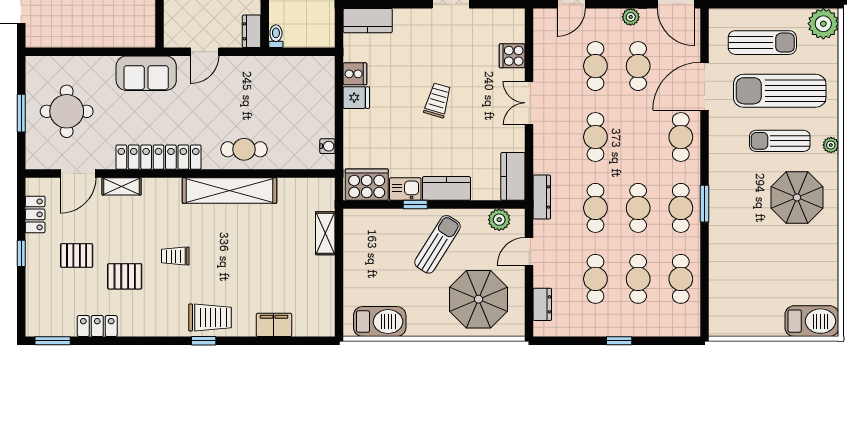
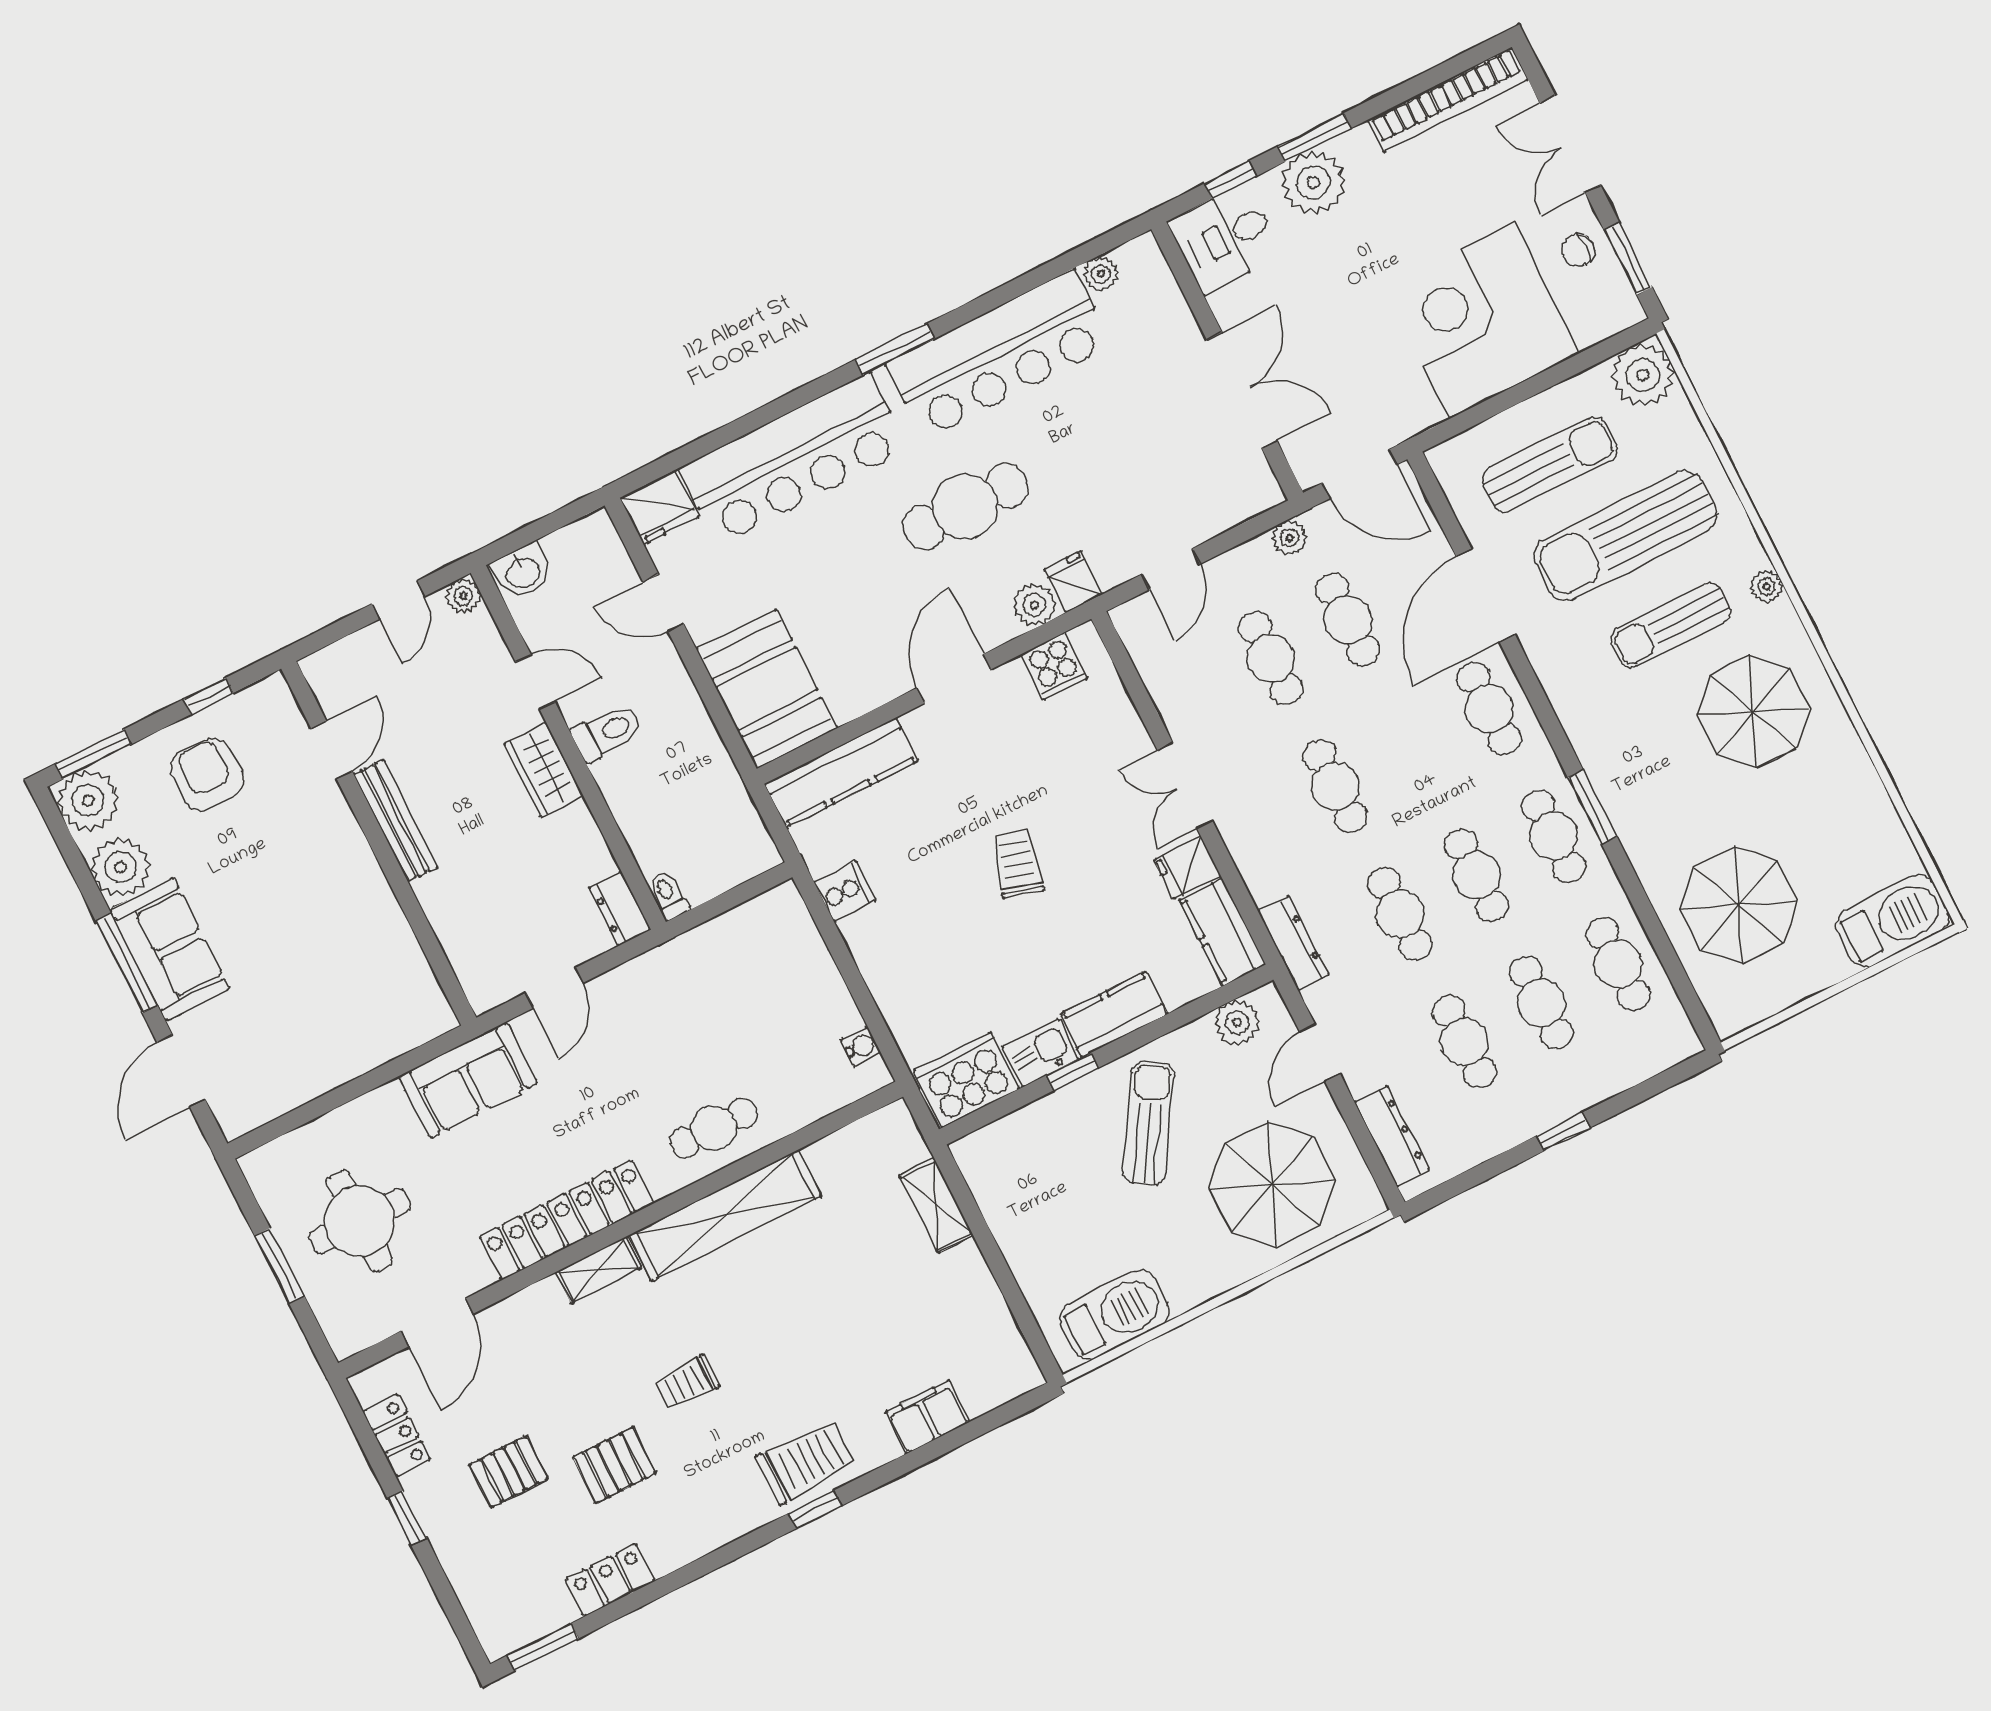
kitchen counter: (368, 21) -> (841, 773), width x1.50
cooker: (512, 56) -> (1054, 666), moved, turned -90
fridge: (356, 98) -> (1187, 867), moved, turned 180
shelving: (122, 186) -> (599, 1270), moved
parasol: (747, 280) -> (1739, 905), added
dresser: (542, 304) -> (1392, 1136), width x1.44

